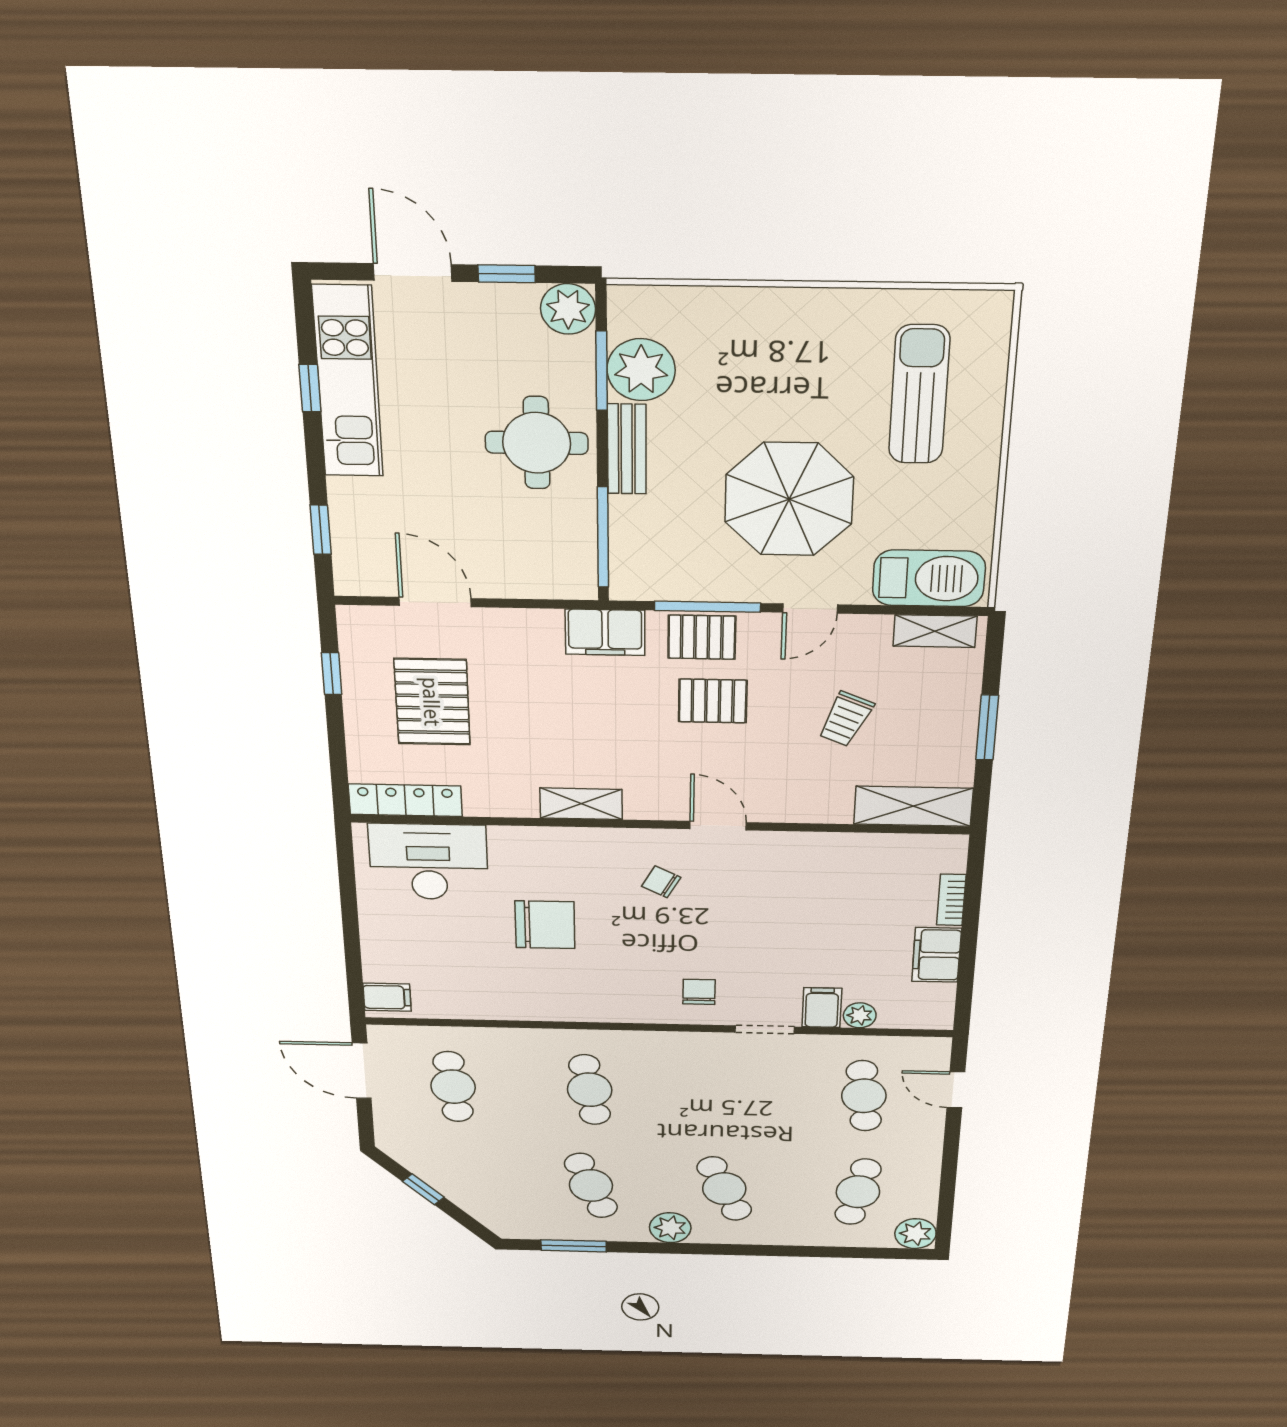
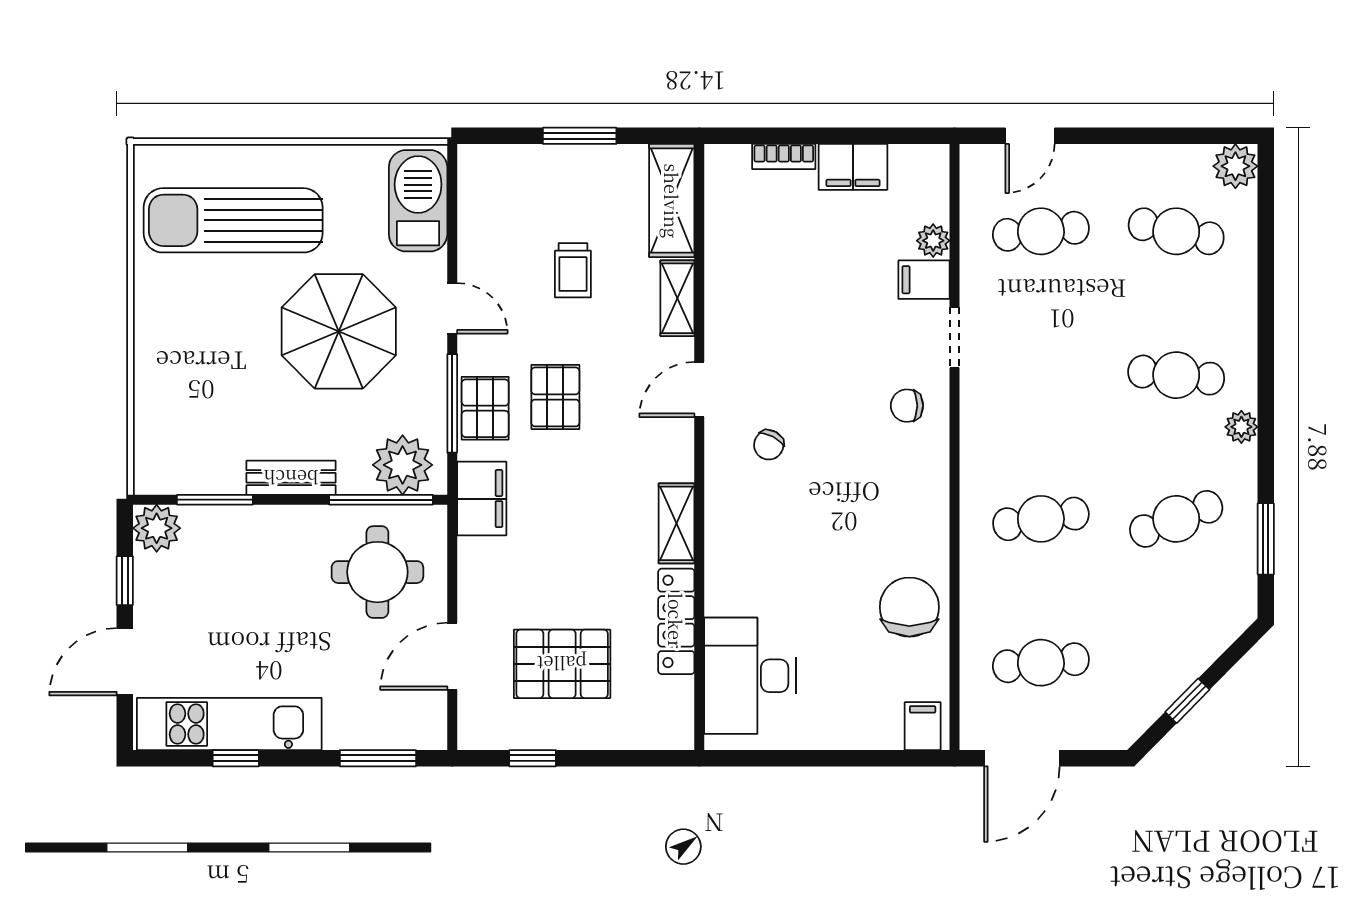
plant: (641, 370) -> (403, 465), moved
sun lounger: (919, 395) -> (233, 220), width x1.36, depth x1.34
round table: (537, 443) -> (377, 572), moved
window: (321, 530) -> (378, 758), width x1.50
shelving: (935, 631) -> (677, 298), moved
trolley: (846, 719) -> (573, 270), turned 67
locker: (405, 800) -> (676, 621), moved
chair: (545, 925) -> (909, 607), moved
cafe table: (724, 1189) -> (1176, 375), turned 30
plant: (670, 1228) -> (1241, 427), width x0.73, depth x0.73

